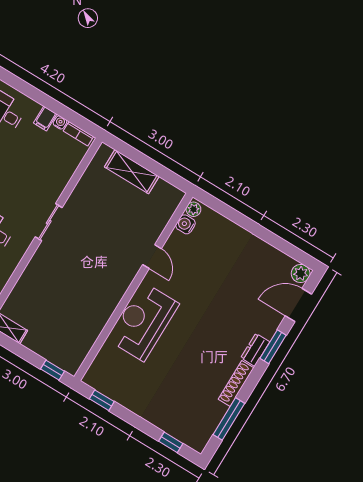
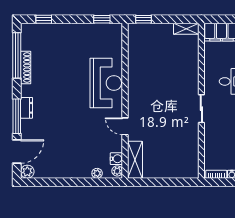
shelving: (132, 172) -> (135, 160), moved, turned 90
plant: (219, 221) -> (97, 173), added
window: (273, 347) -> (17, 116), width x1.44
shoe rack: (236, 383) -> (26, 68), moved
window: (229, 419) -> (17, 55), width x1.46

